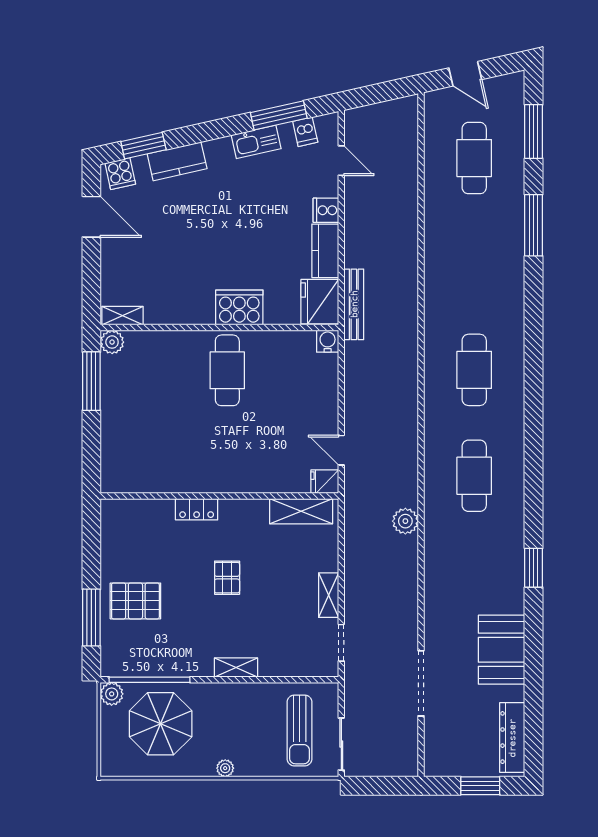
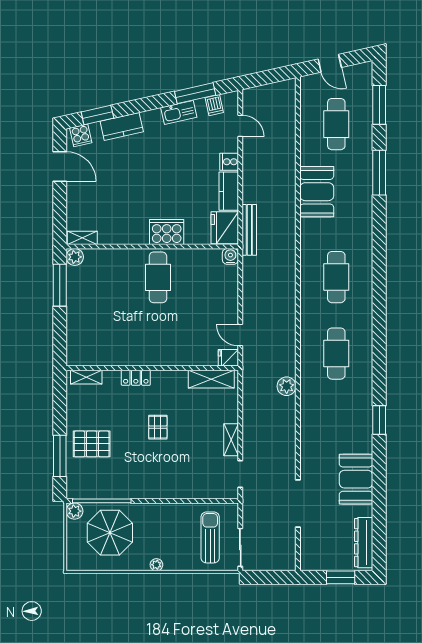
booth: (447, 252) -> (317, 192), added
shelving: (236, 667) -> (86, 377), moved
sun lounger: (300, 730) -> (210, 537), turned 180

